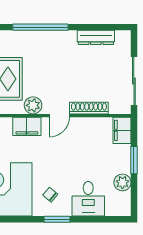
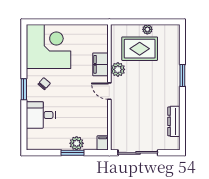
window: (40, 27) -> (182, 76), width x0.47
shoe rack: (89, 108) -> (116, 116), removed
filing cabinet: (122, 130) -> (103, 143), width x0.50
plant: (122, 182) -> (77, 143), moved

